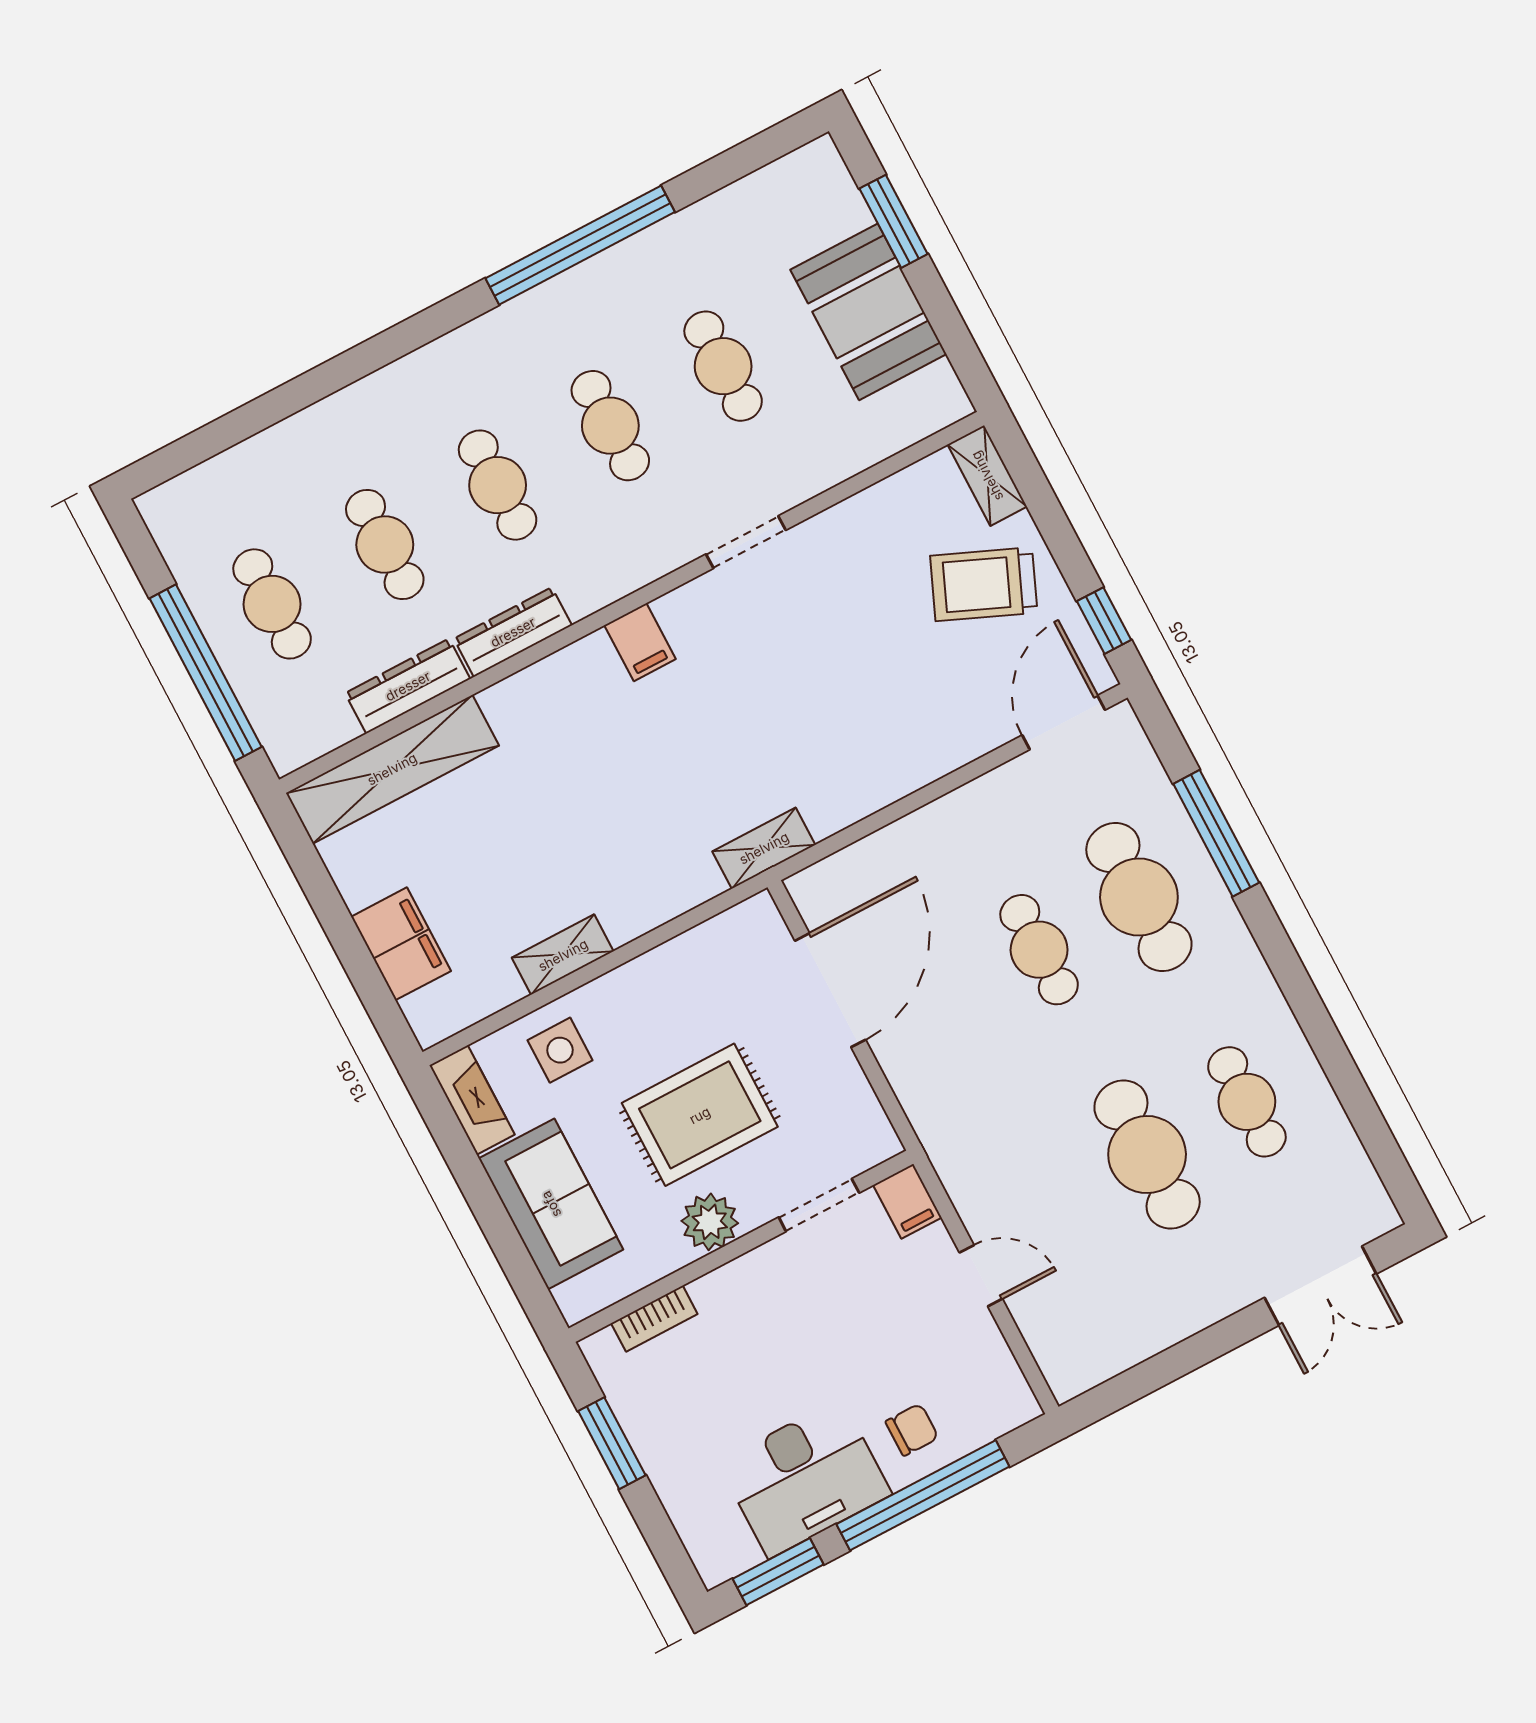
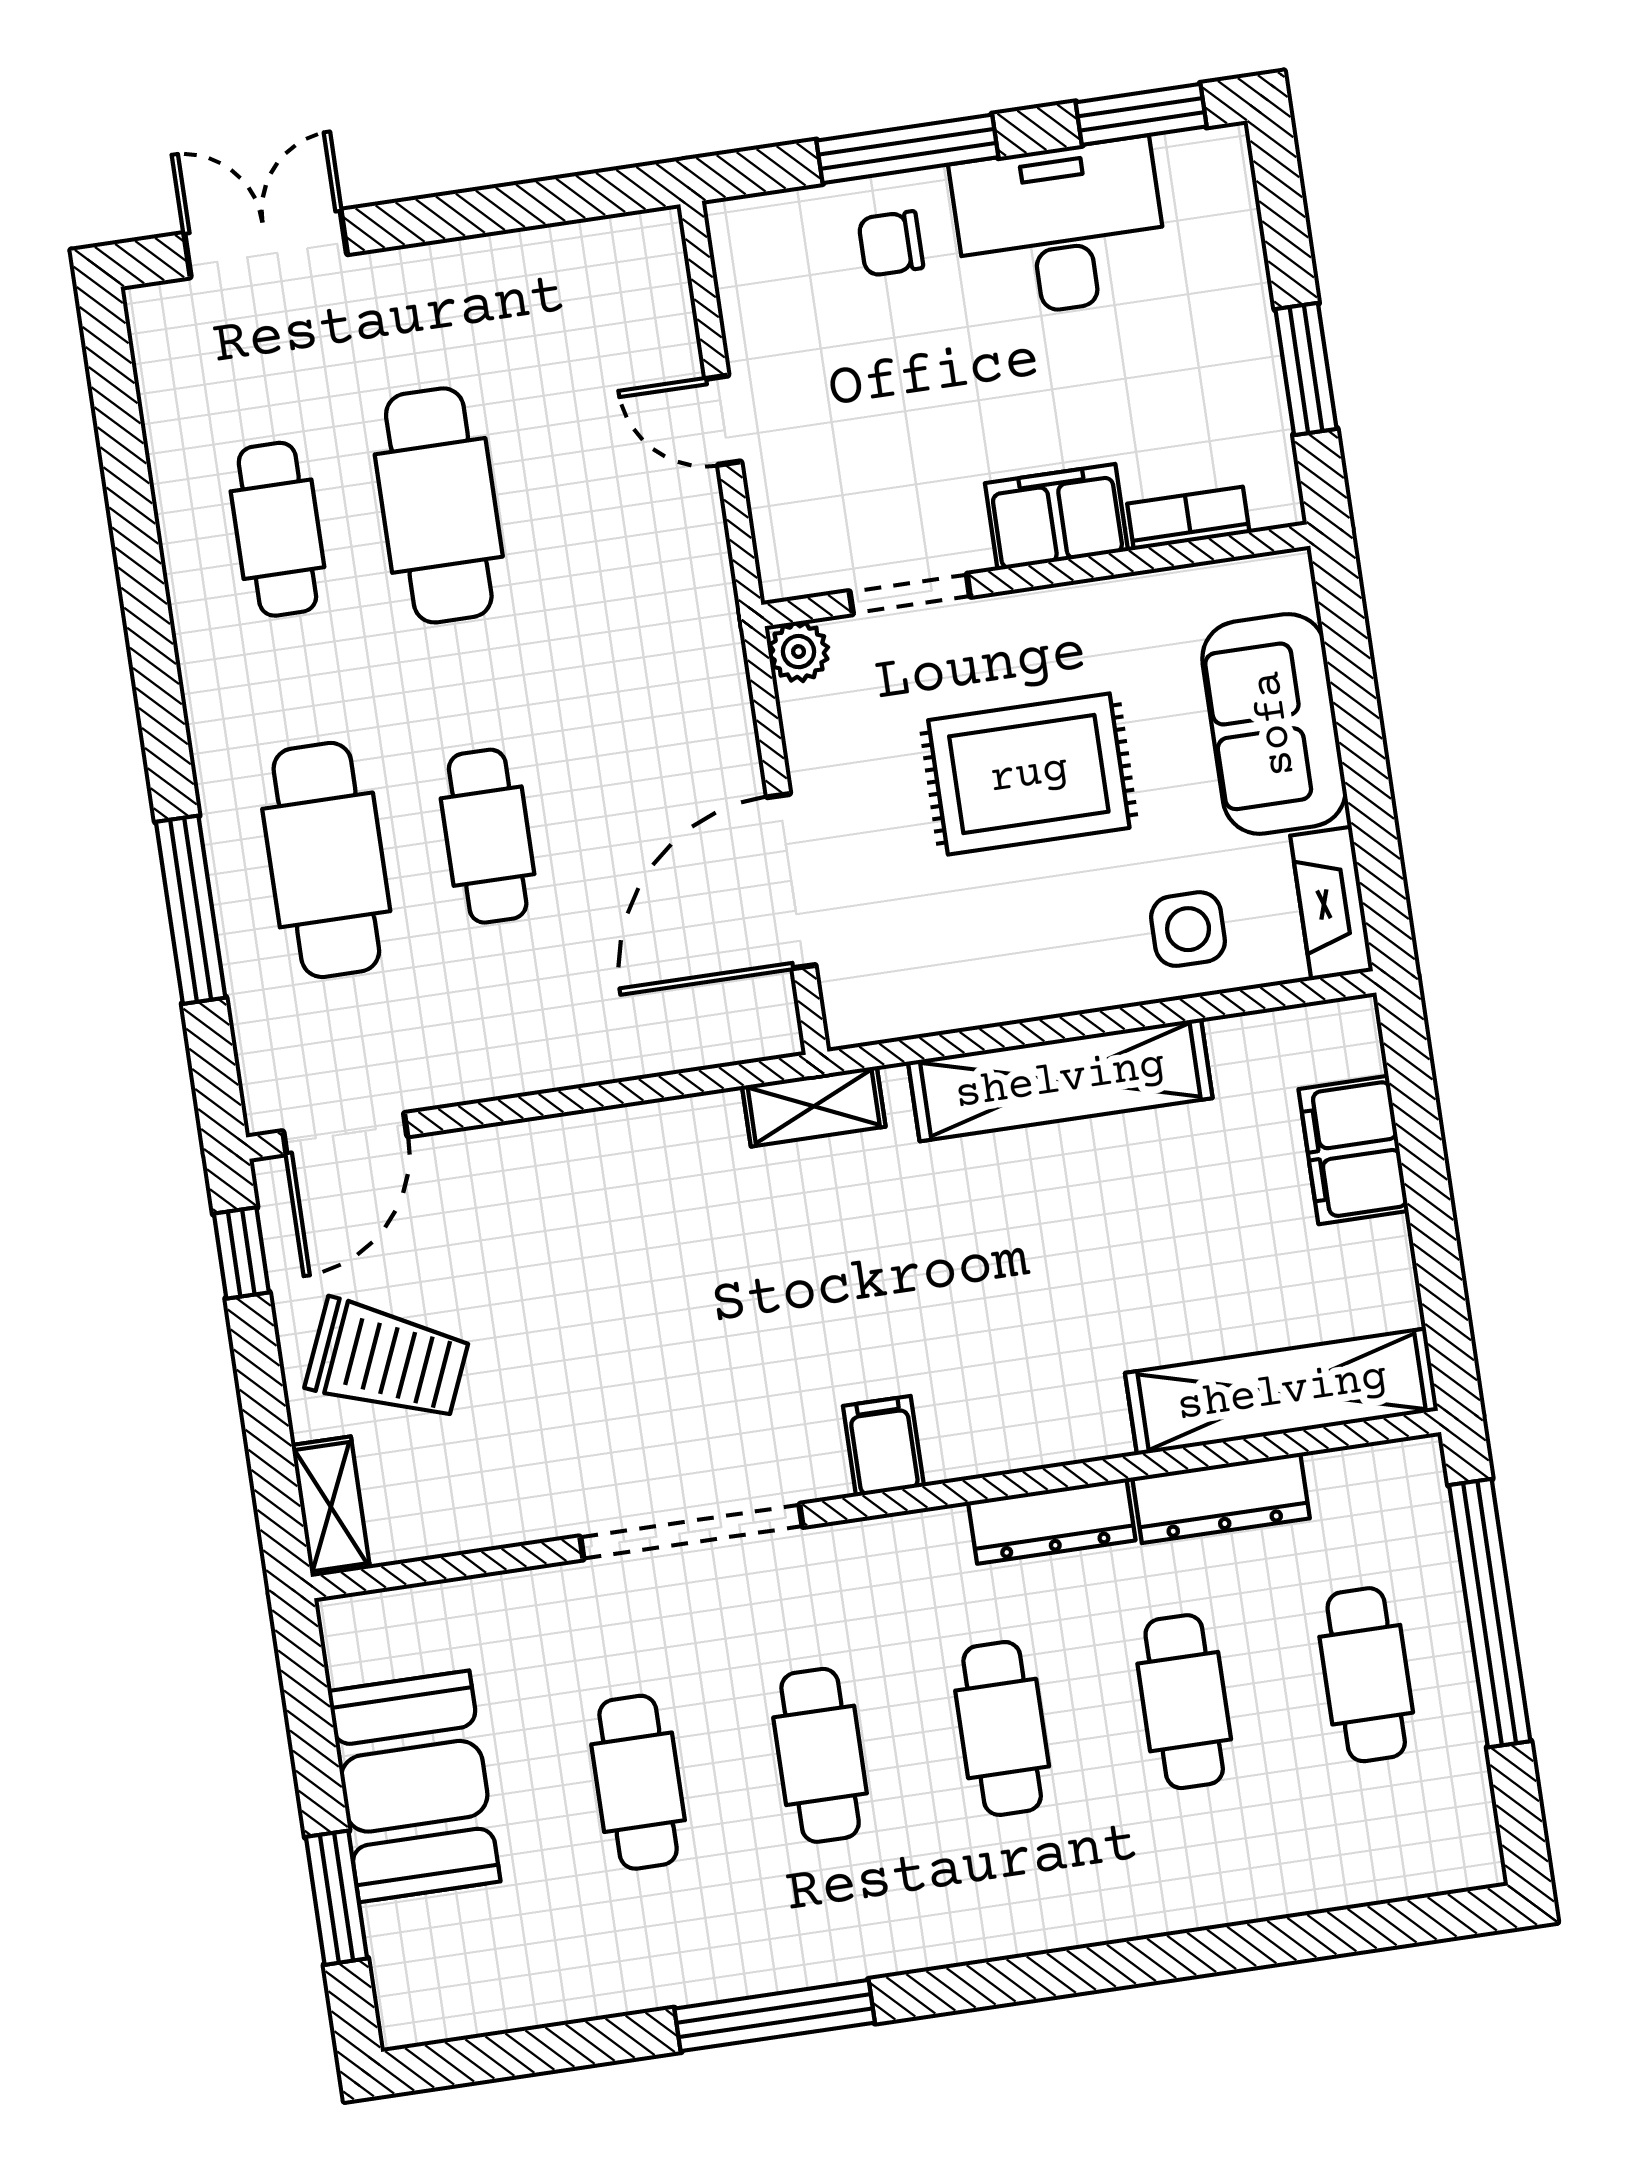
window: (580, 245) -> (775, 2016), width x0.68
doorway: (746, 542) -> (691, 1532), width x1.88
shelving: (563, 955) -> (1060, 1080), width x2.20, depth x1.33
filing cabinet: (907, 1201) -> (1057, 517), moved, width x2.00
plant: (710, 1222) -> (799, 652), moved, width x0.73, depth x0.73
window: (923, 1495) -> (907, 149), width x0.68

